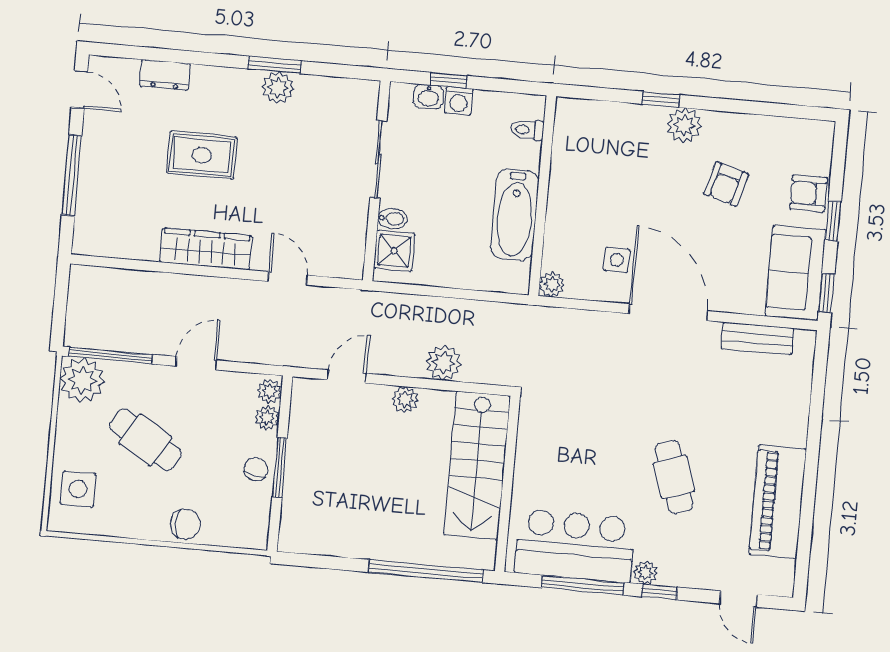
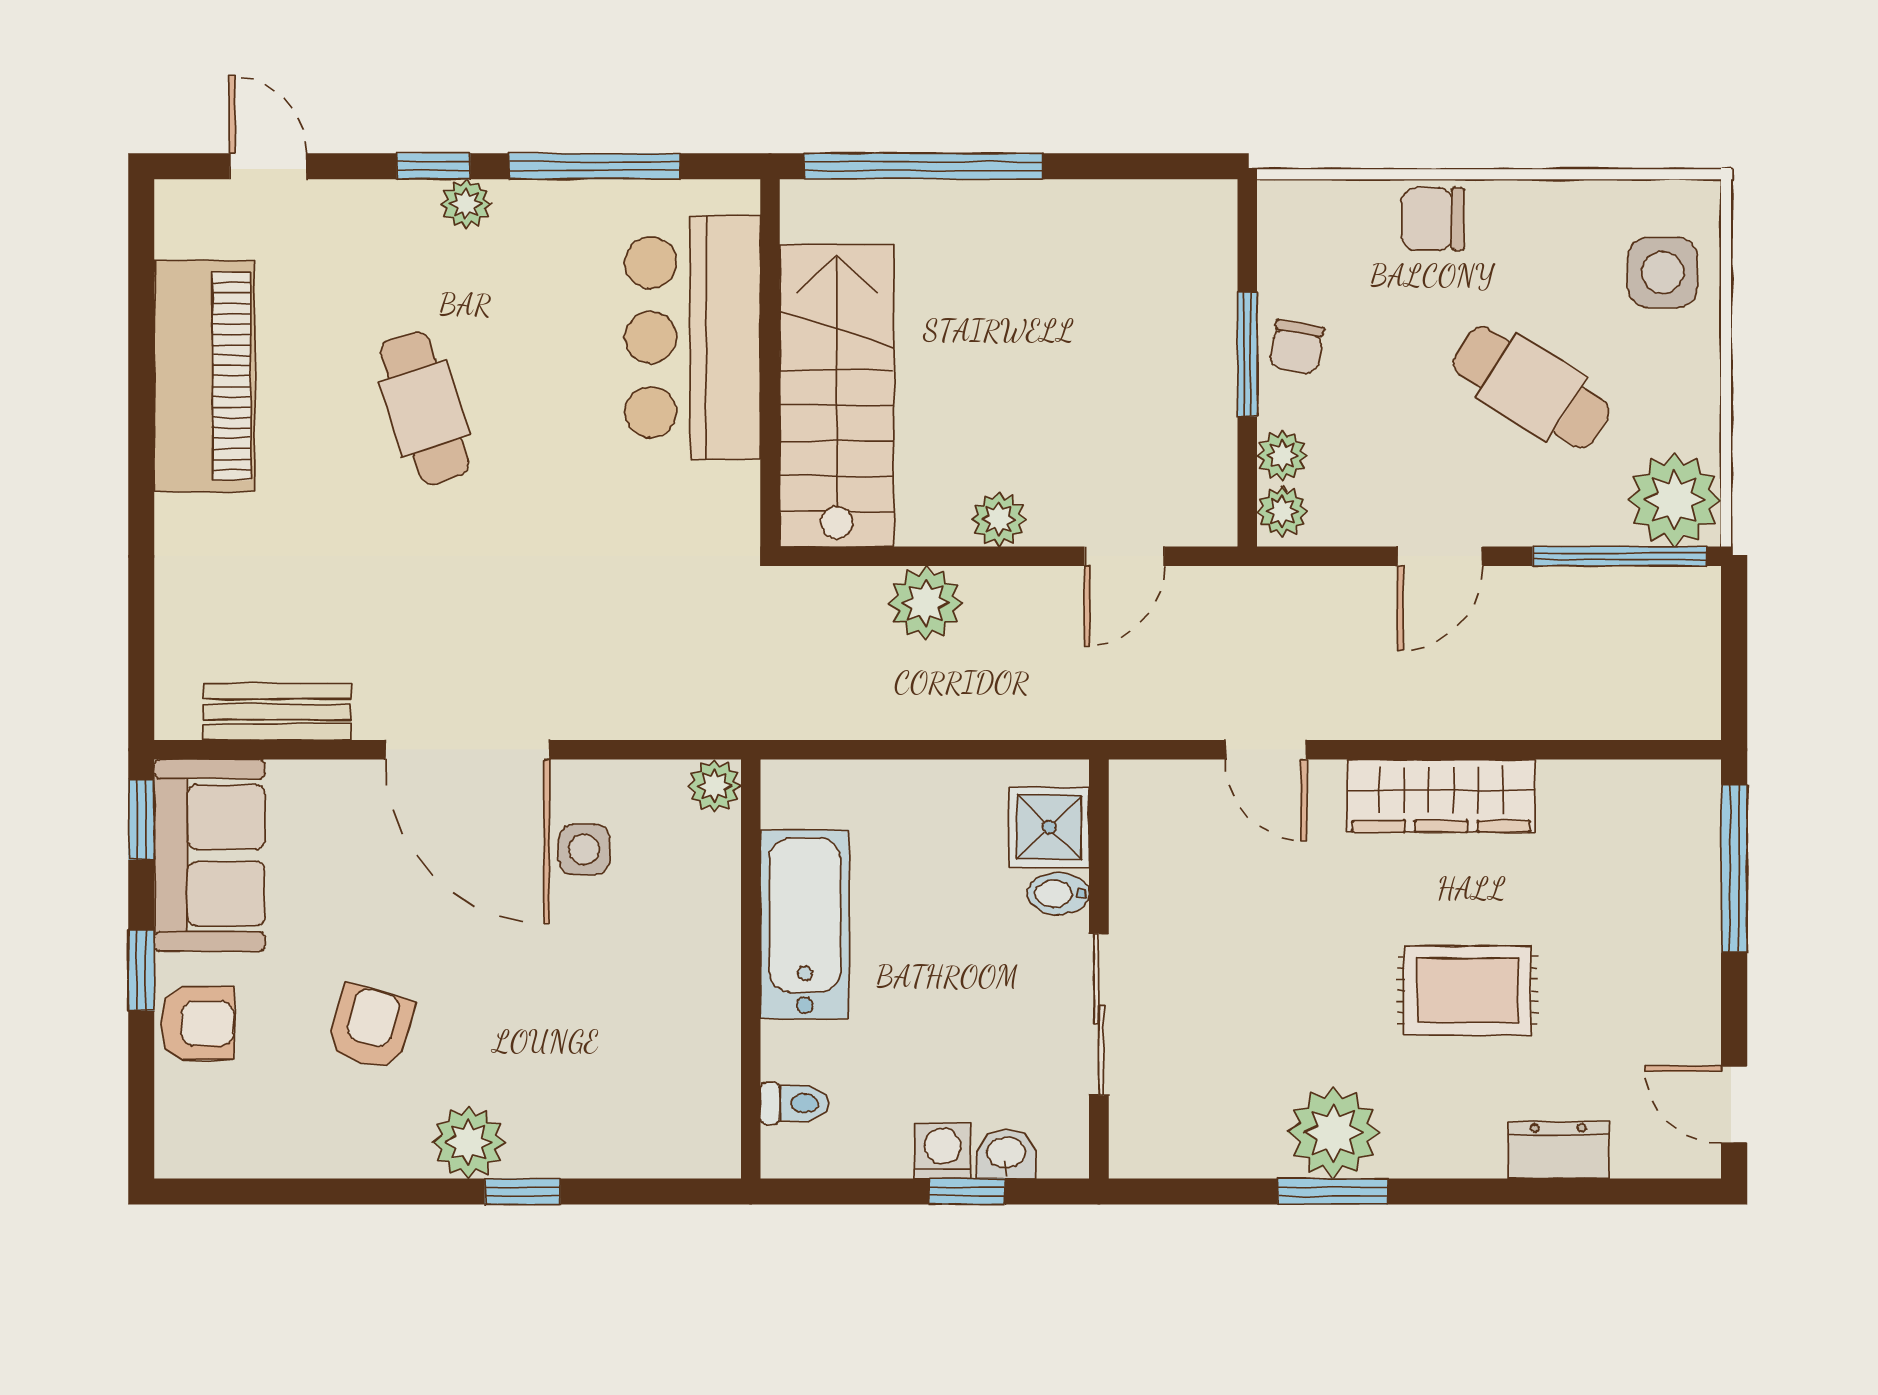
plant: (278, 88) -> (1334, 1133), width x1.36, depth x1.36
window: (72, 175) -> (1734, 868), moved
bar counter: (575, 546) -> (693, 337), moved, turned 90

